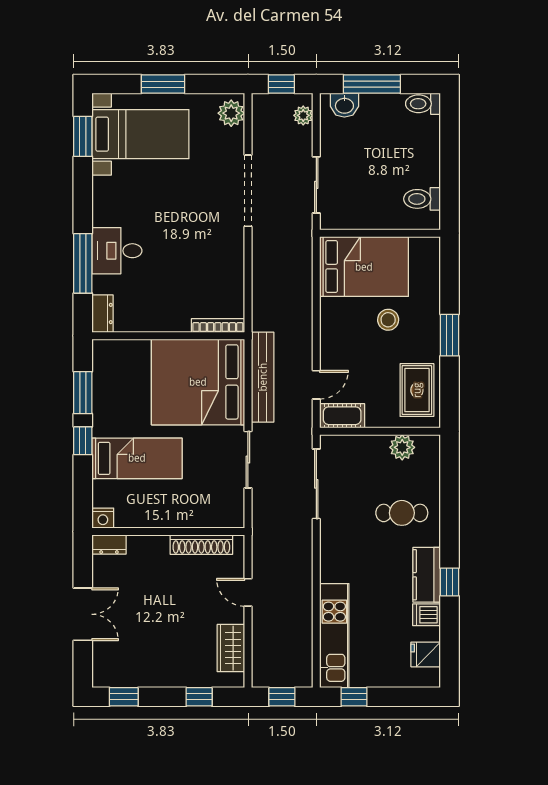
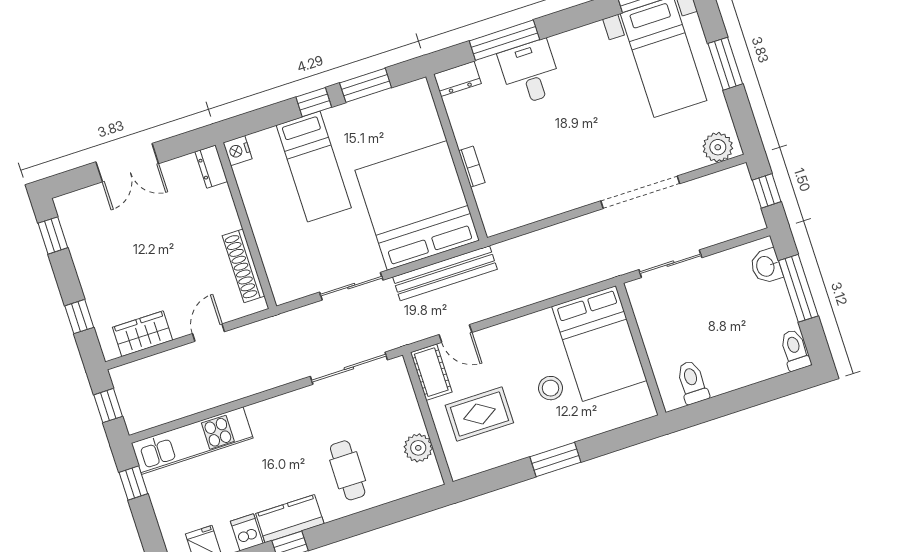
plant: (303, 115) -> (741, 225), removed
bookcase: (218, 325) -> (472, 167), moved, width x0.64
rug: (417, 390) -> (479, 414), moved

